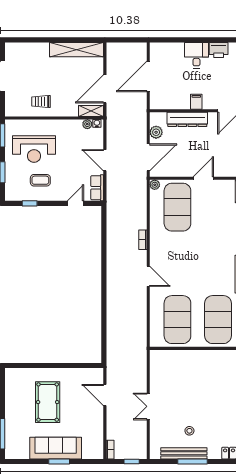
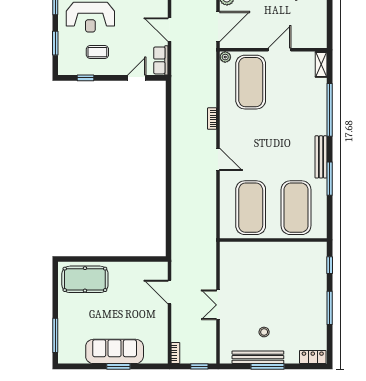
pool table: (48, 402) -> (85, 279), moved, turned 90

